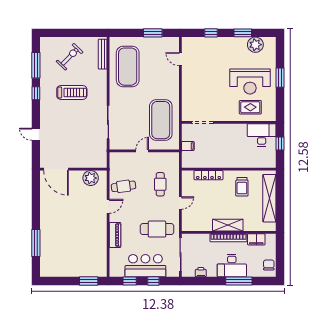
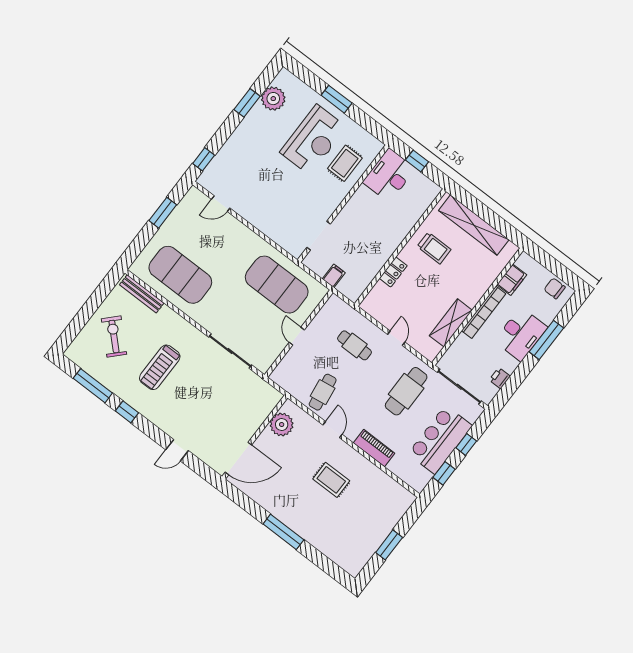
window: (211, 33) -> (204, 159), moved
treadmill: (72, 92) -> (160, 367), turned 180
locker: (208, 175) -> (393, 272), width x0.66
shelving: (228, 225) -> (451, 323), moved
rug: (82, 226) -> (331, 480), added
window: (36, 243) -> (283, 532), moved
window: (89, 281) -> (389, 545), moved

